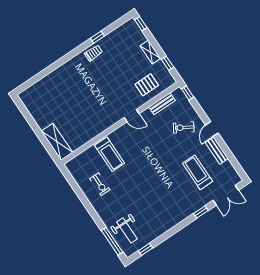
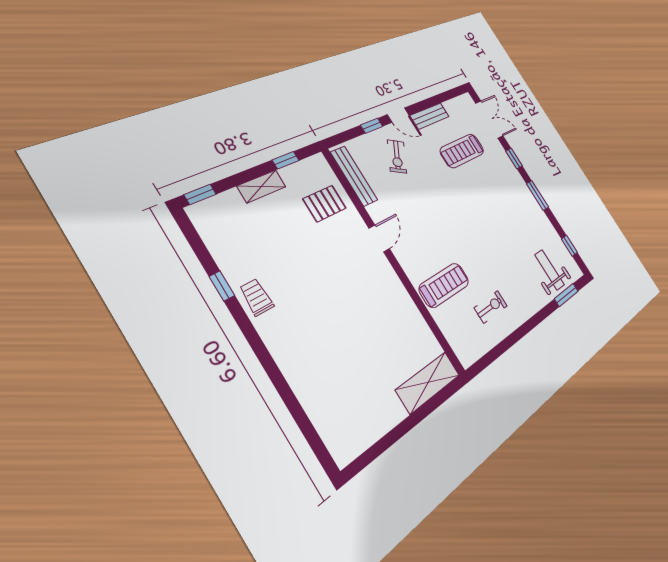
pallet: (147, 85) -> (325, 203), turned 90
window: (188, 93) -> (372, 126), moved
bench: (162, 104) -> (354, 176), width x1.36
window: (177, 228) -> (537, 195), added
weight bench: (127, 230) -> (550, 270), turned -90
window: (112, 241) -> (566, 295), width x0.69

